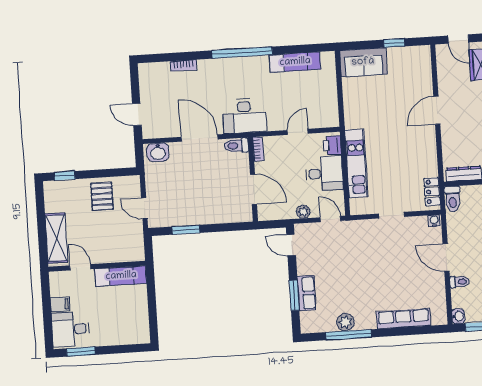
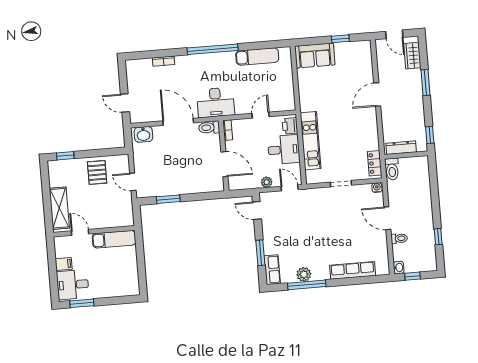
row of seats: (306, 293) -> (272, 270), moved

